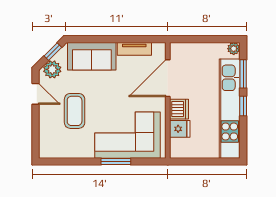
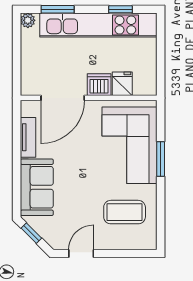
plant: (52, 69) -> (52, 234), removed
door: (168, 78) -> (63, 98), hinge flipped
window: (243, 106) -> (121, 9), moved
coffee table: (75, 111) -> (125, 212), moved

